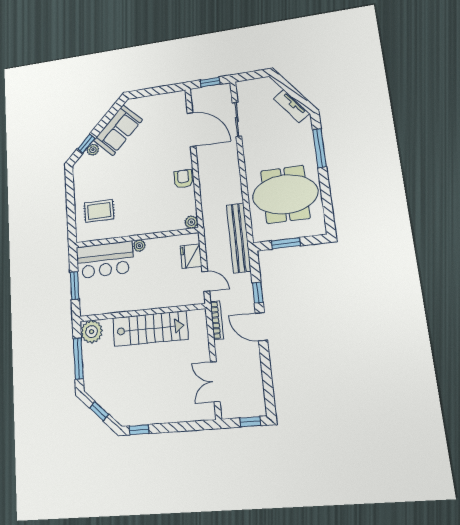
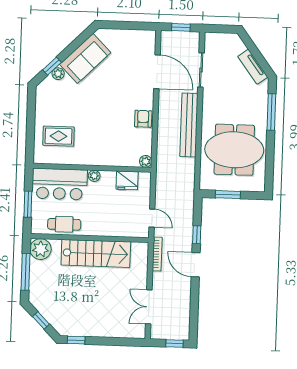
bench: (239, 238) -> (189, 125), moved
fridge: (191, 256) -> (127, 180), moved, turned -90
cafe table: (114, 301) -> (64, 224), added

